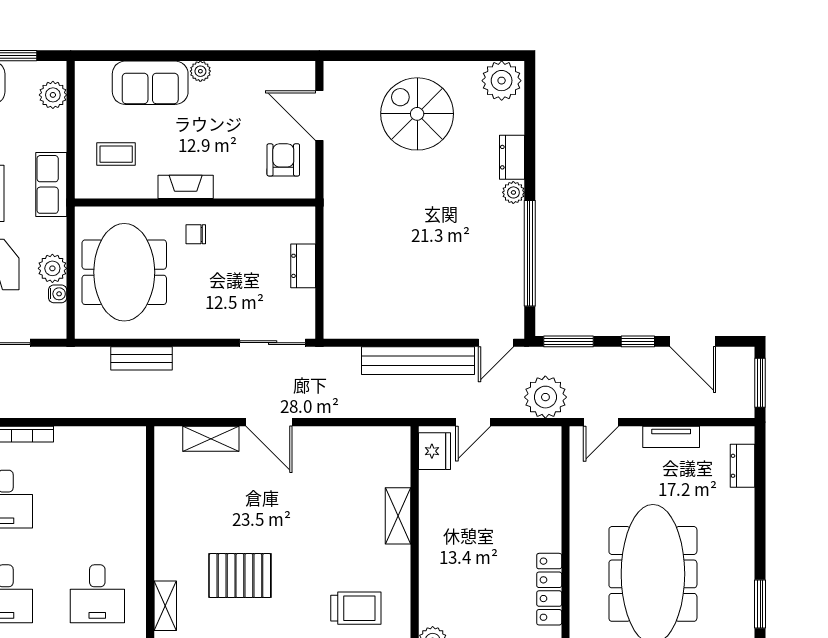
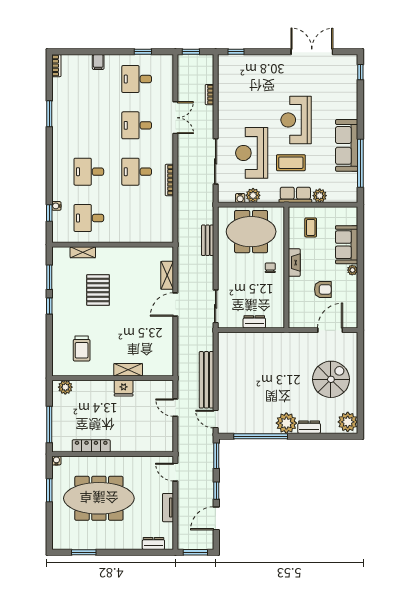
plant: (53, 95) -> (320, 196), moved
armchair: (283, 160) -> (323, 289), moved
plant: (513, 192) -> (286, 423), width x1.87, depth x1.87
plant: (545, 397) -> (188, 444), removed
fridge: (434, 451) -> (124, 388), moved

